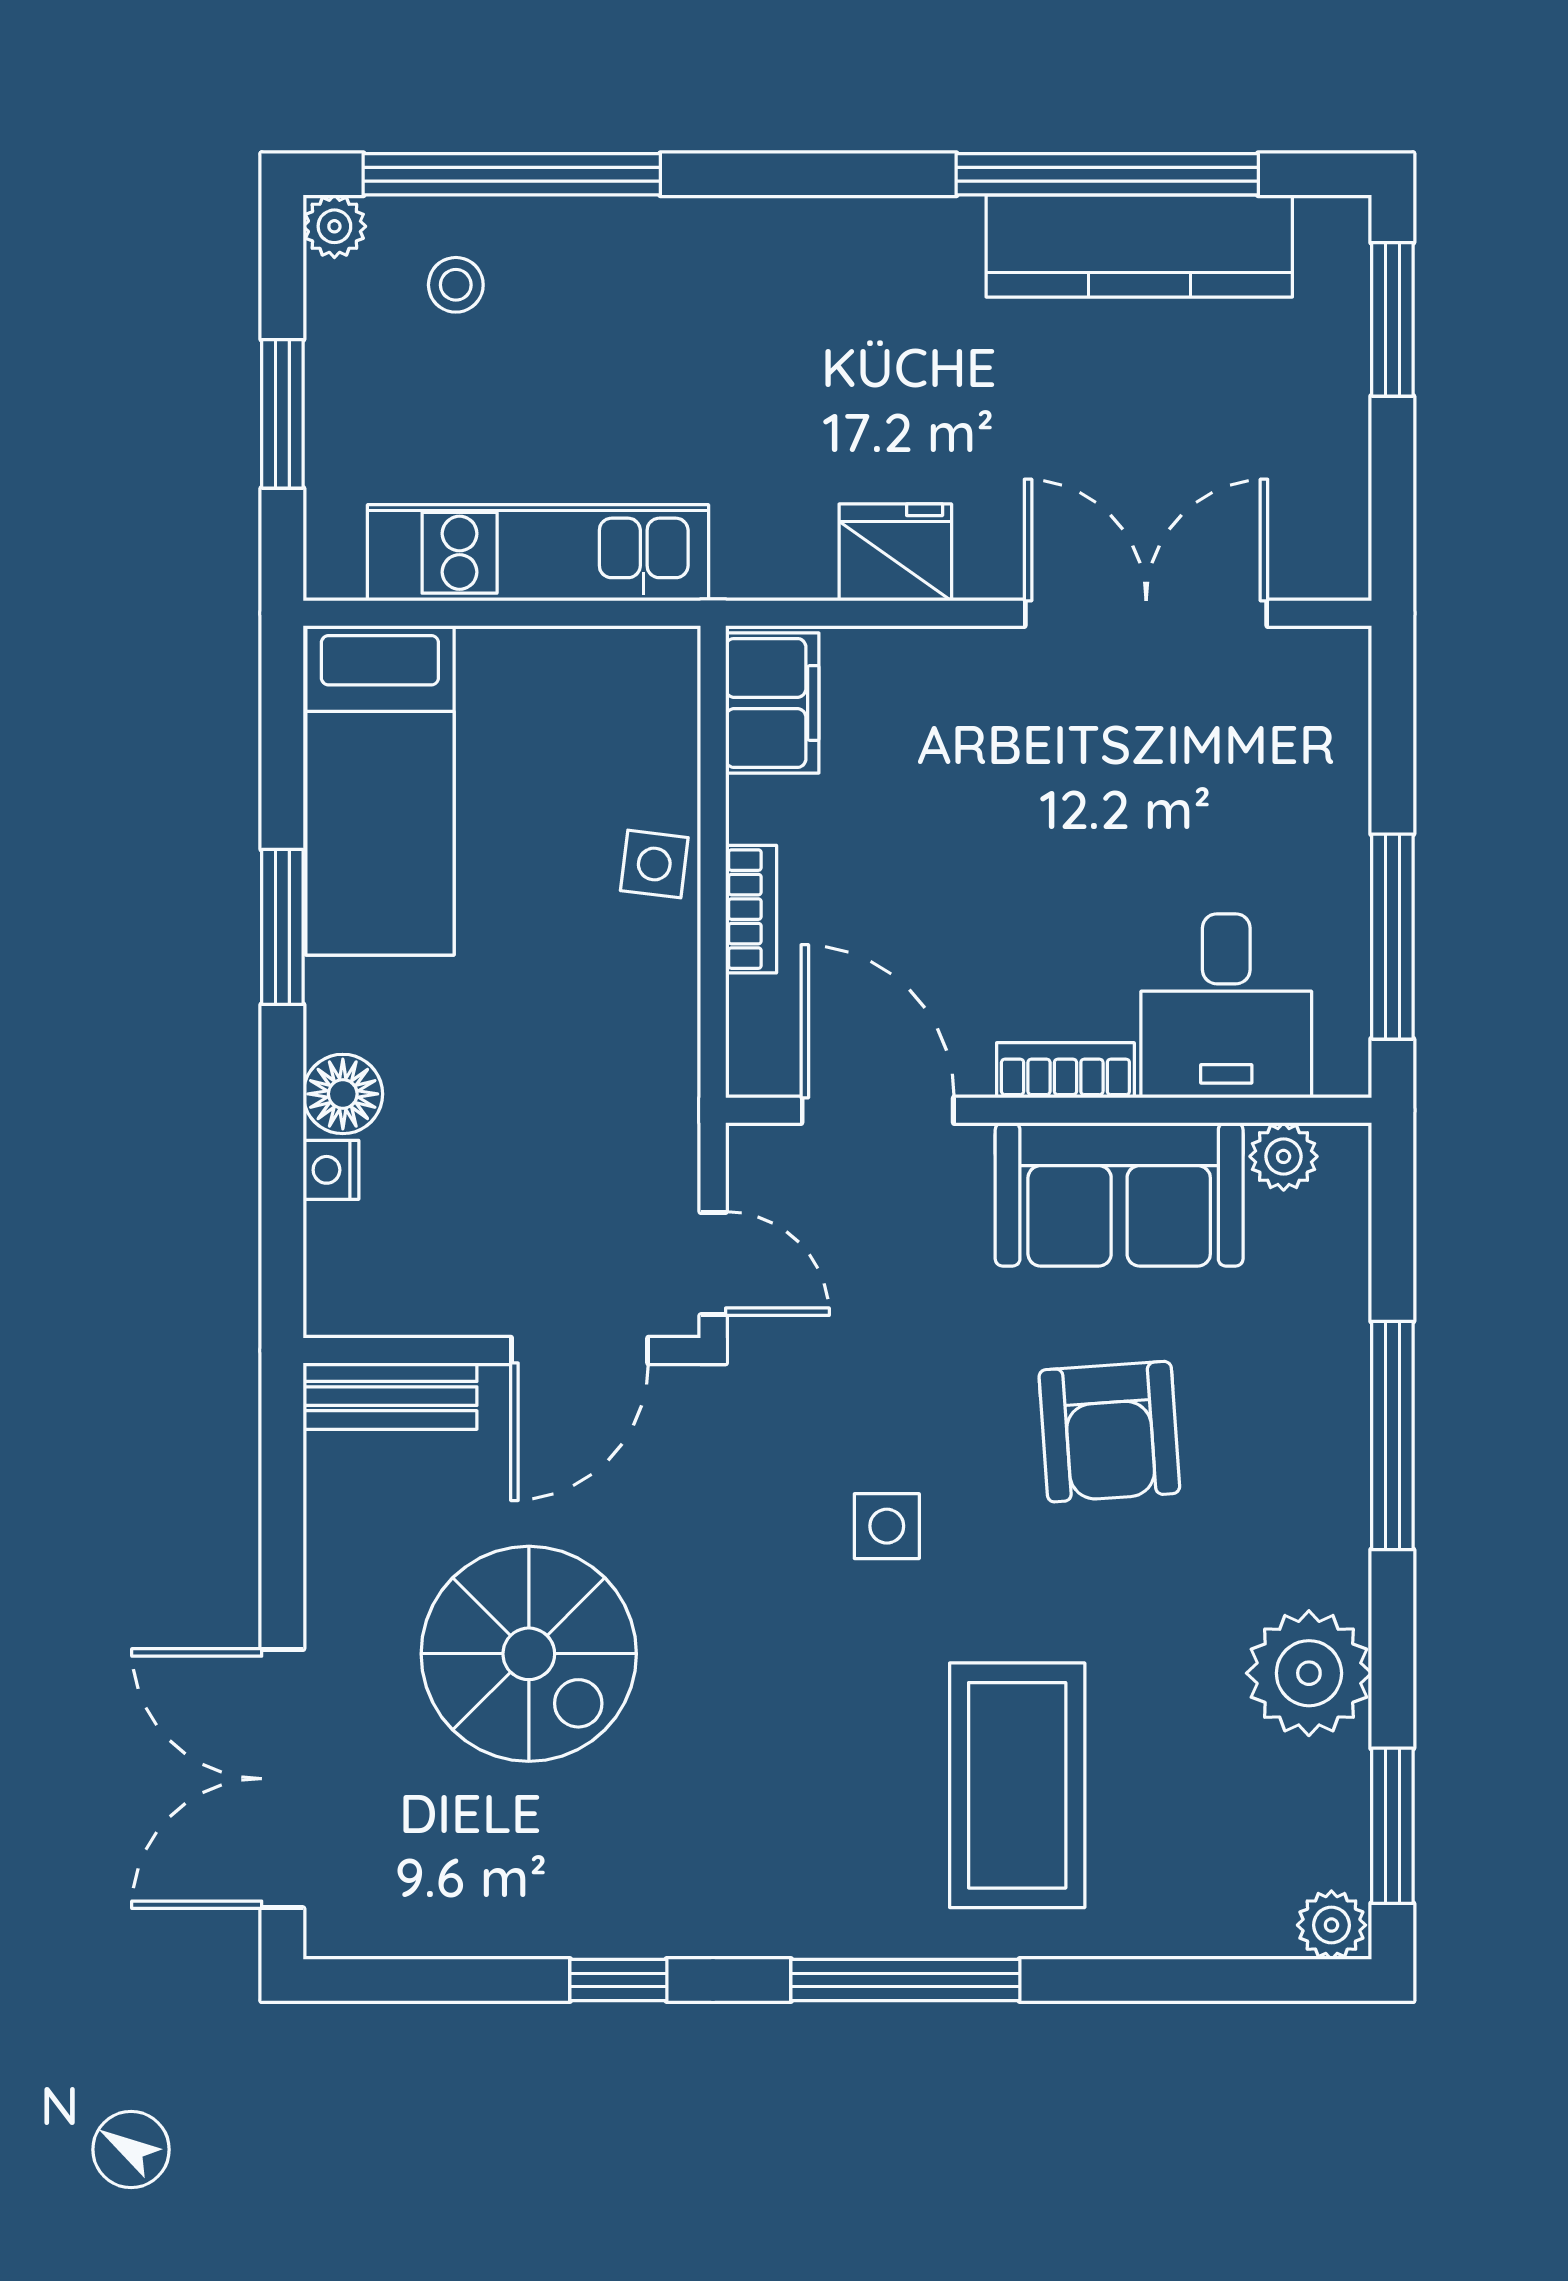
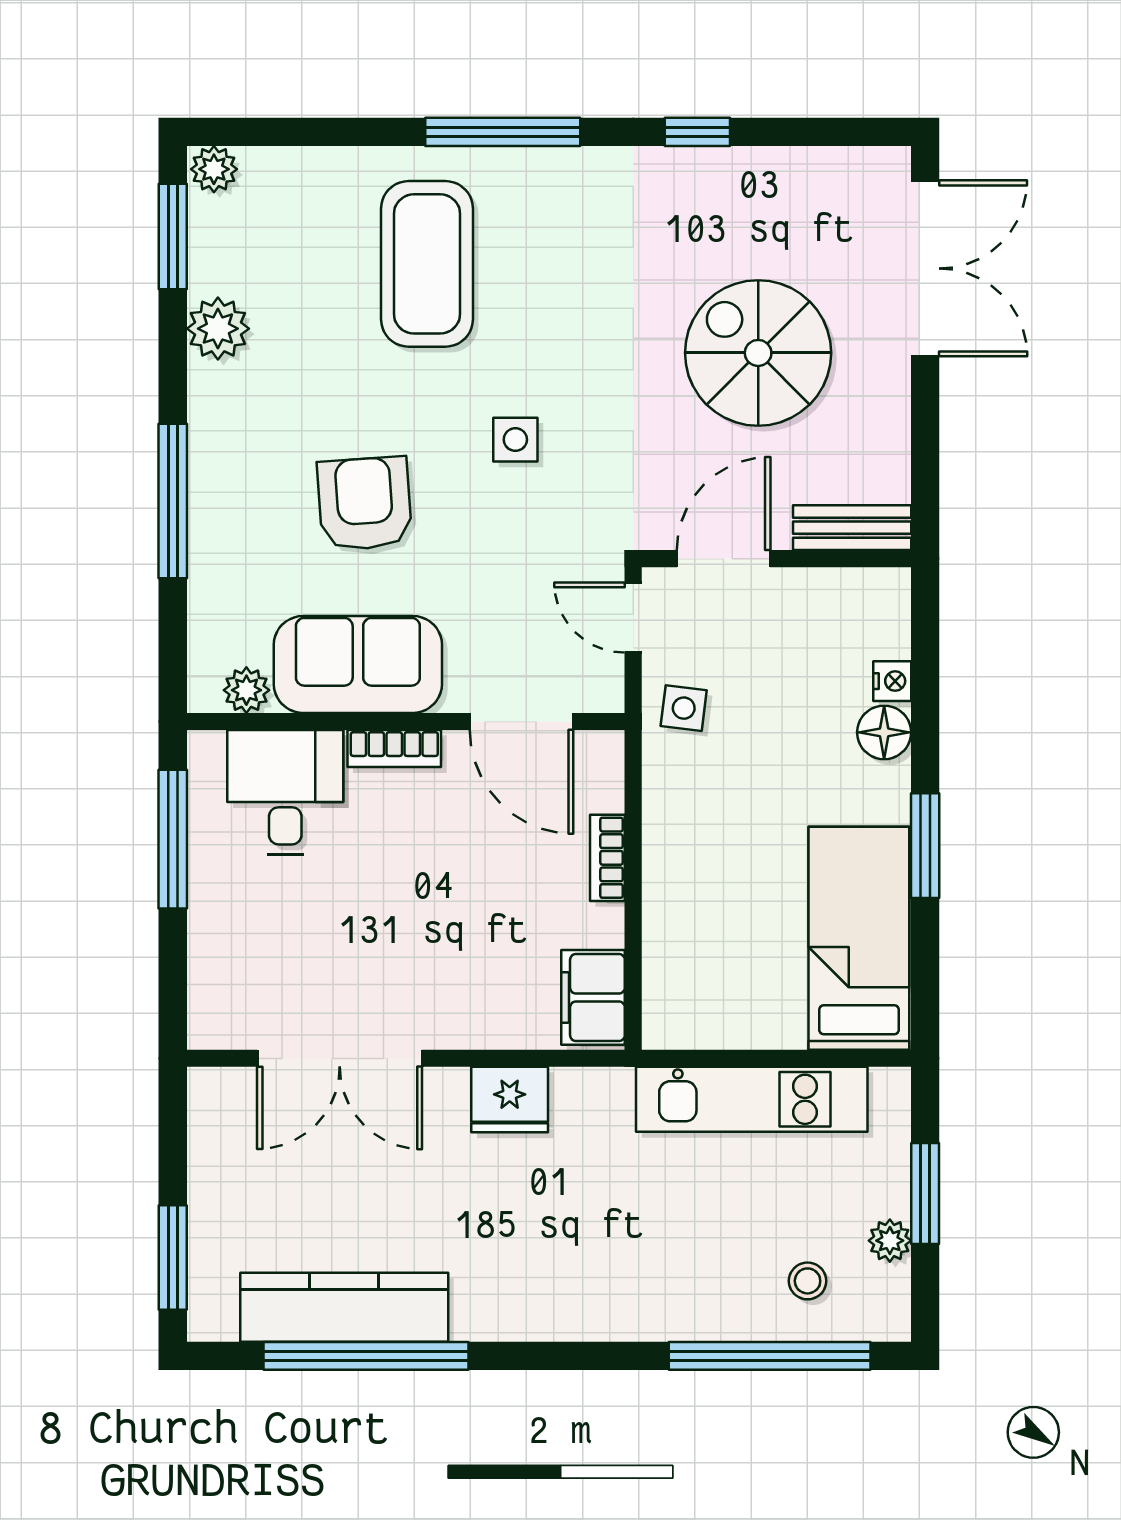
plant: (334, 226) -> (890, 1241), moved
side table: (654, 864) -> (684, 708), moved
plant: (1309, 1673) -> (218, 329), width x0.73, depth x0.73

